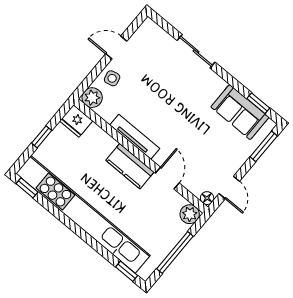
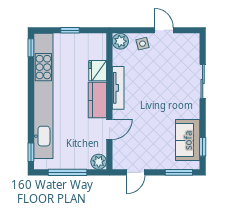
fridge: (76, 121) -> (98, 71), moved
floor lamp: (207, 198) -> (118, 164), removed

